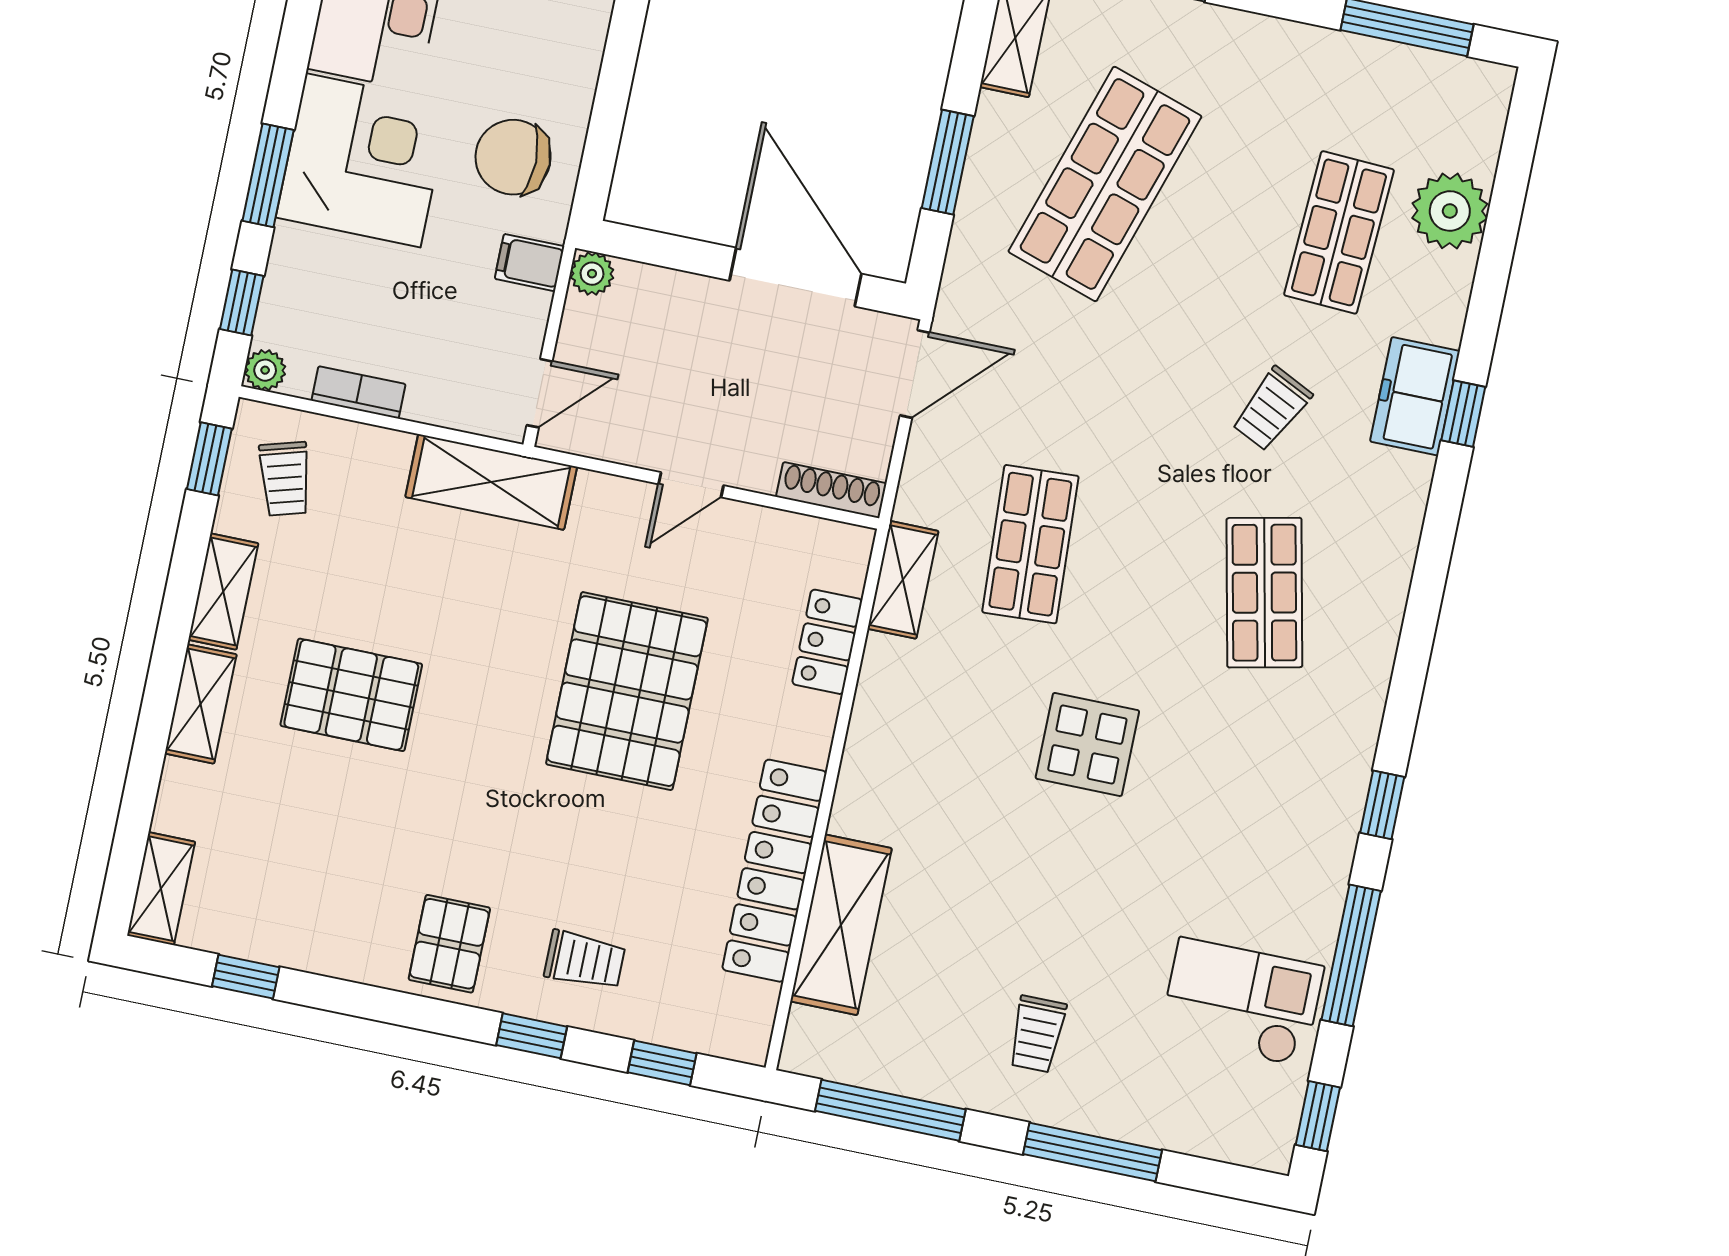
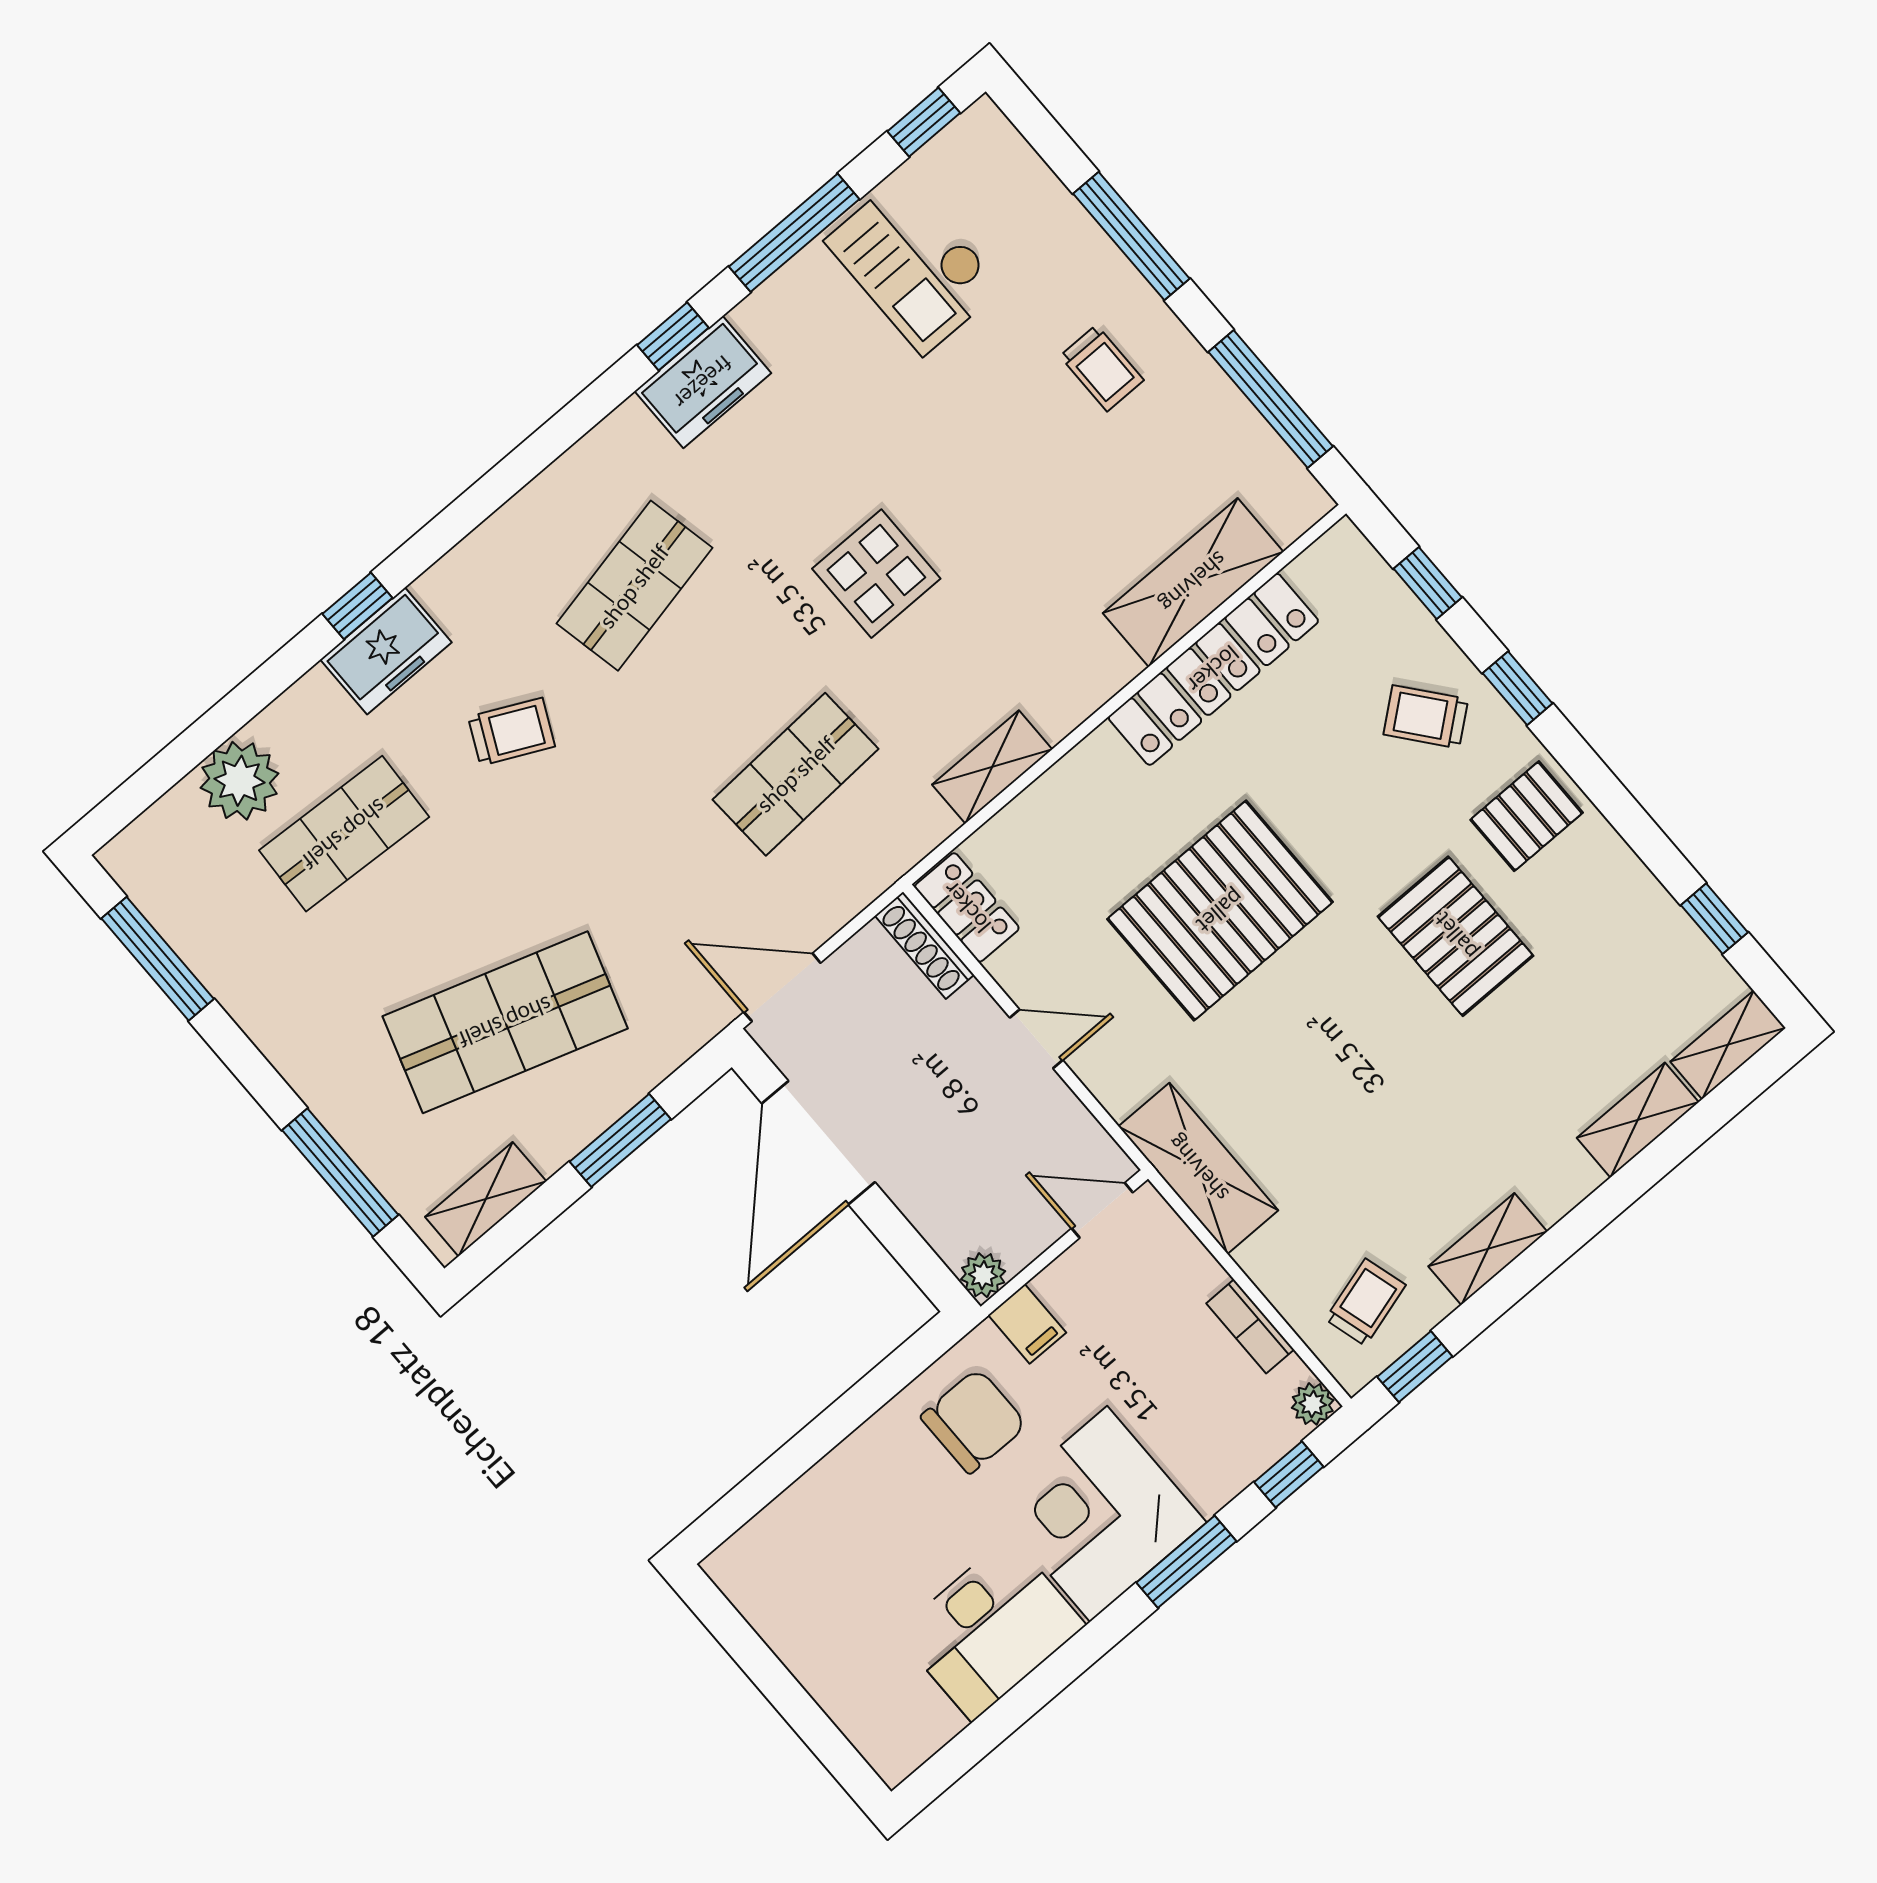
chair: (513, 157) -> (974, 1421), turned -90
shelving: (903, 580) -> (992, 767), moved
locker: (827, 642) -> (967, 907), moved, turned -90
pallet: (351, 695) -> (1456, 936), moved
shelving: (201, 704) -> (1638, 1120), moved
freezer: (1332, 788) -> (703, 382), added
trolley: (585, 960) -> (1426, 717), turned -39
trolley: (1037, 1034) -> (1102, 368), turned 90

